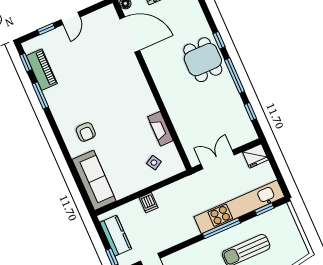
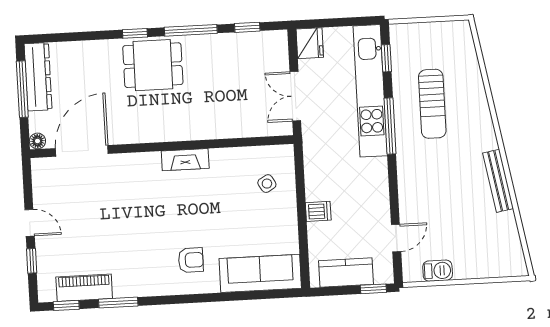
fireplace: (160, 129) -> (185, 160), moved

